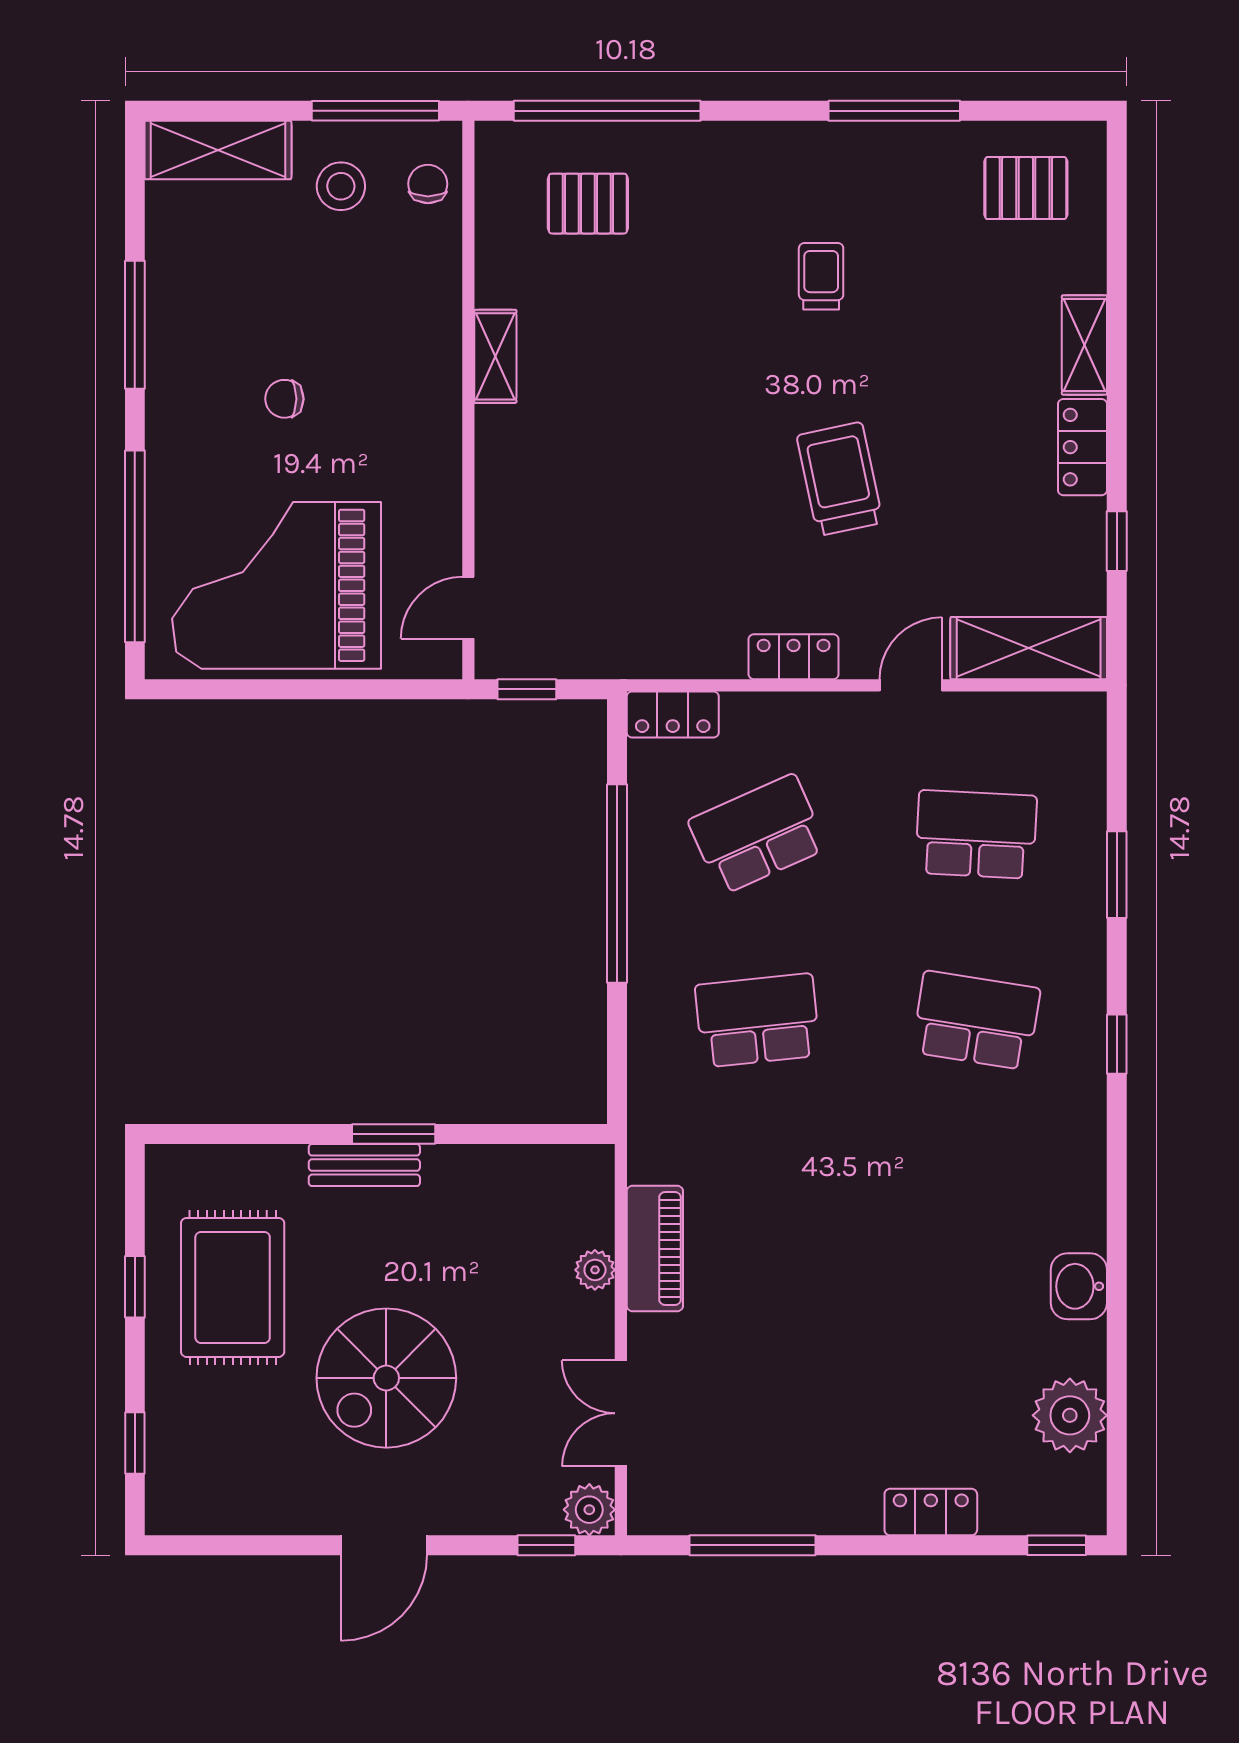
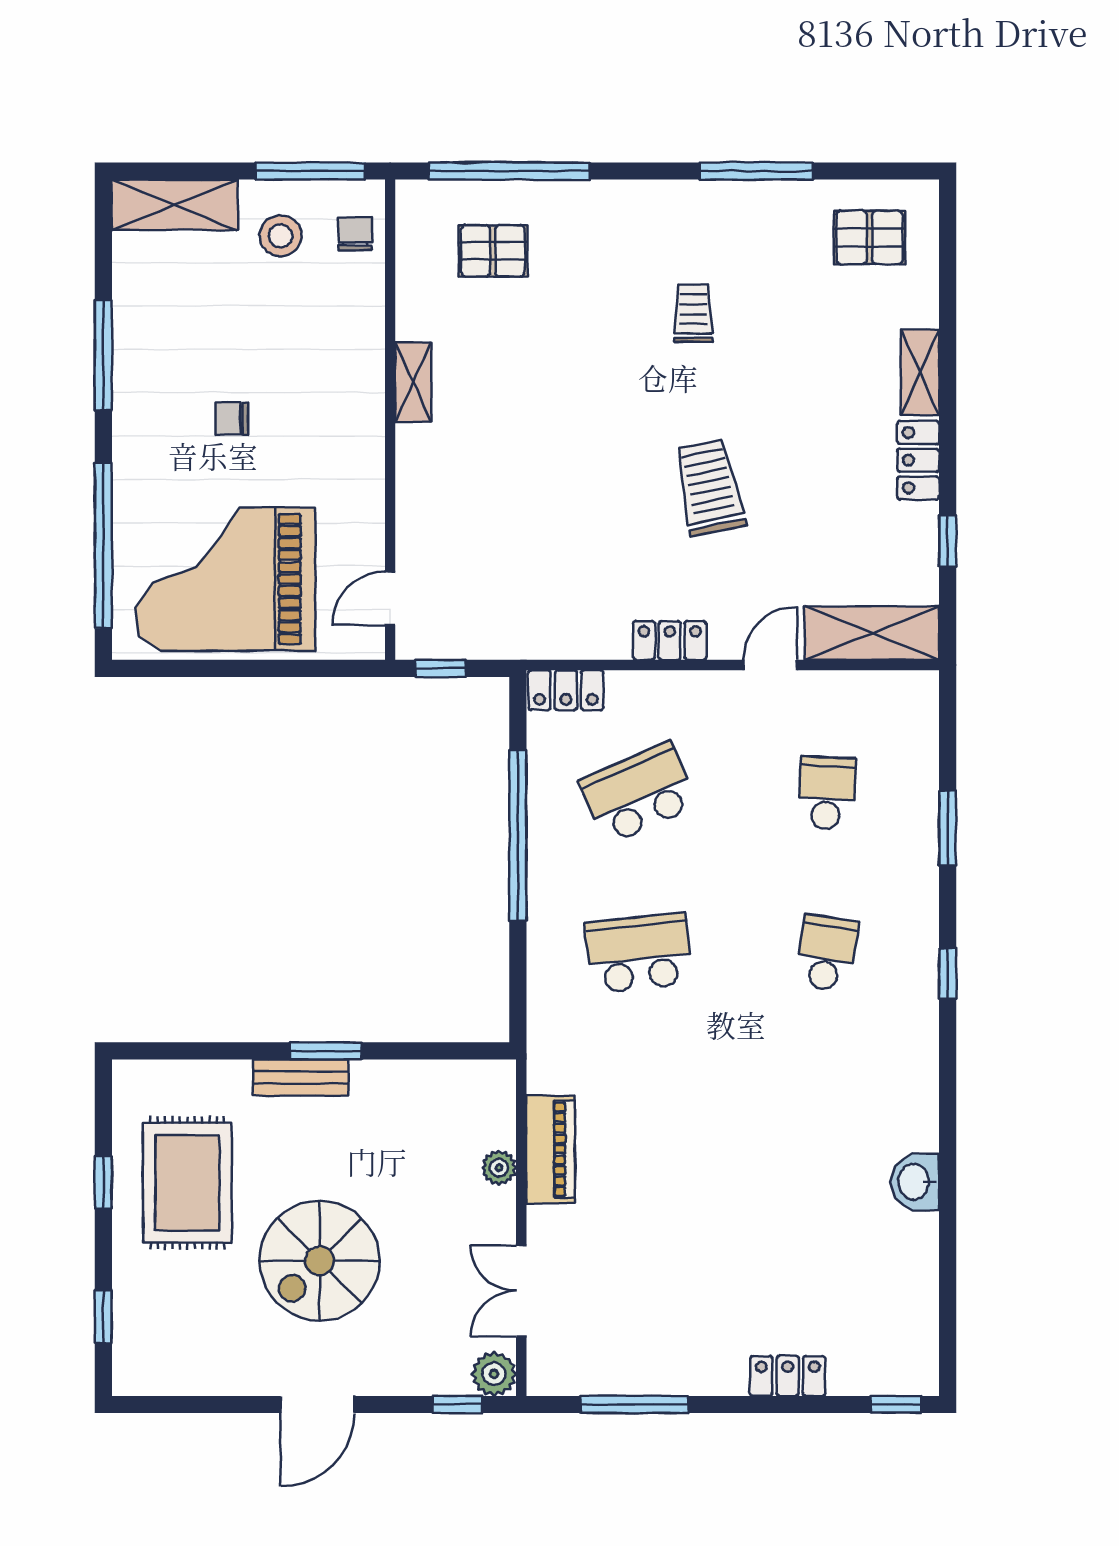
school desk: (976, 834) -> (827, 793), width x0.54
school desk: (976, 1020) -> (827, 953), width x0.54
plant: (1070, 1415) -> (907, 1293), removed

